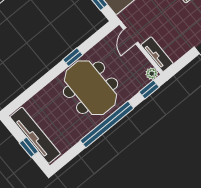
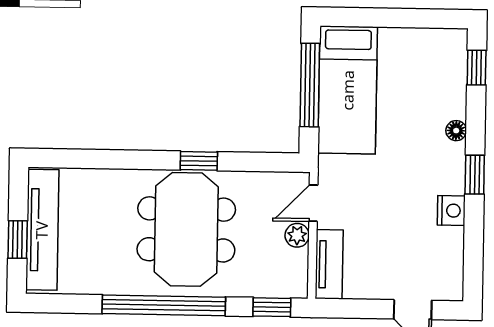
plant: (152, 74) -> (297, 235), moved

